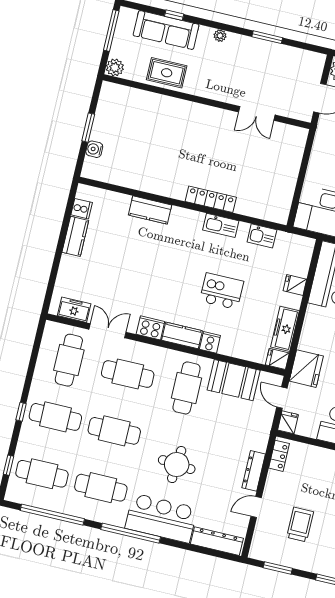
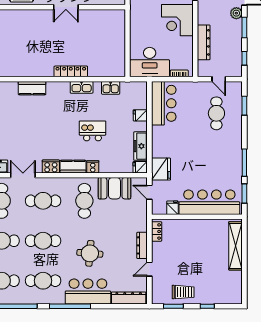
double door: (257, 113) -> (66, 7), moved
fridge: (288, 422) -> (172, 208), moved
trolley: (300, 524) -> (183, 292), moved, turned 90

